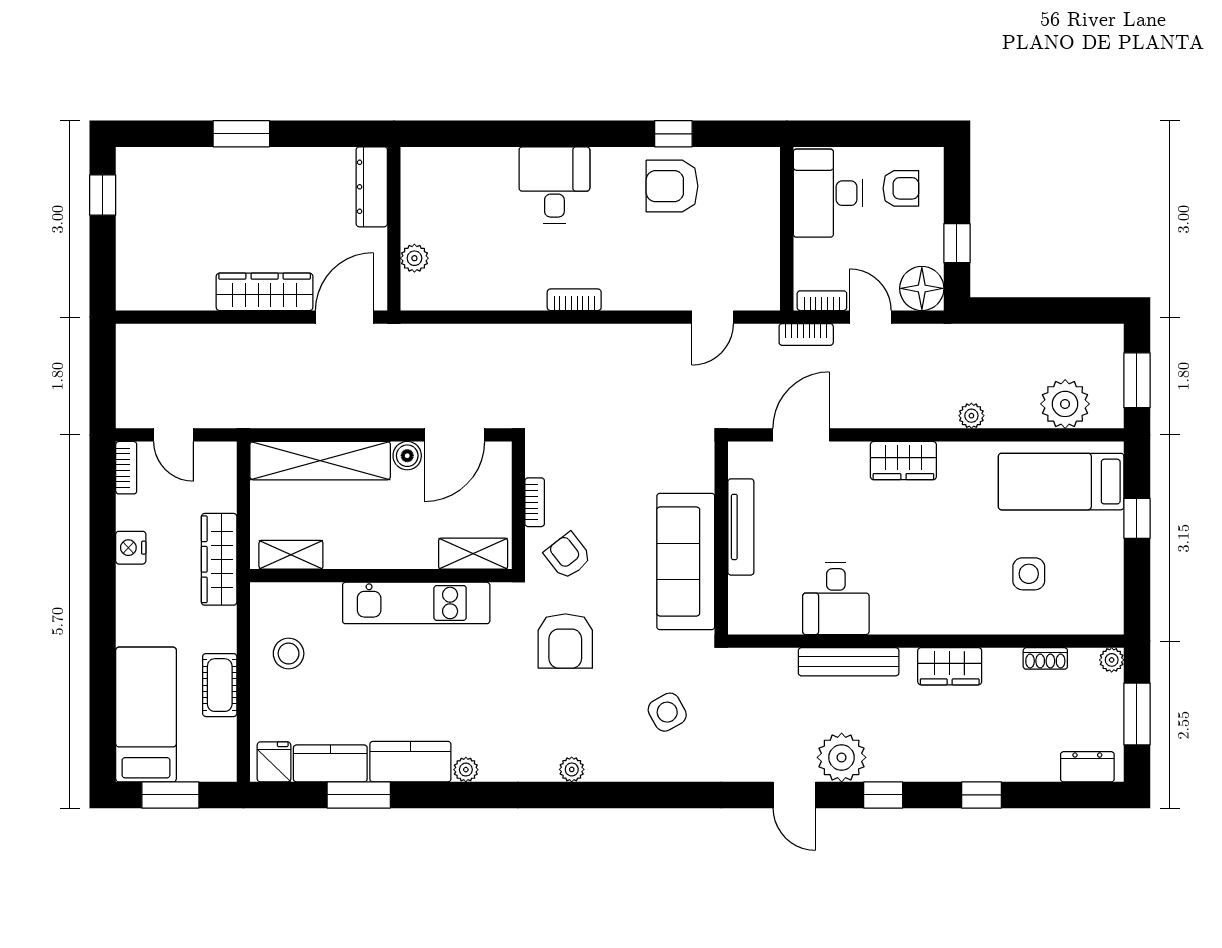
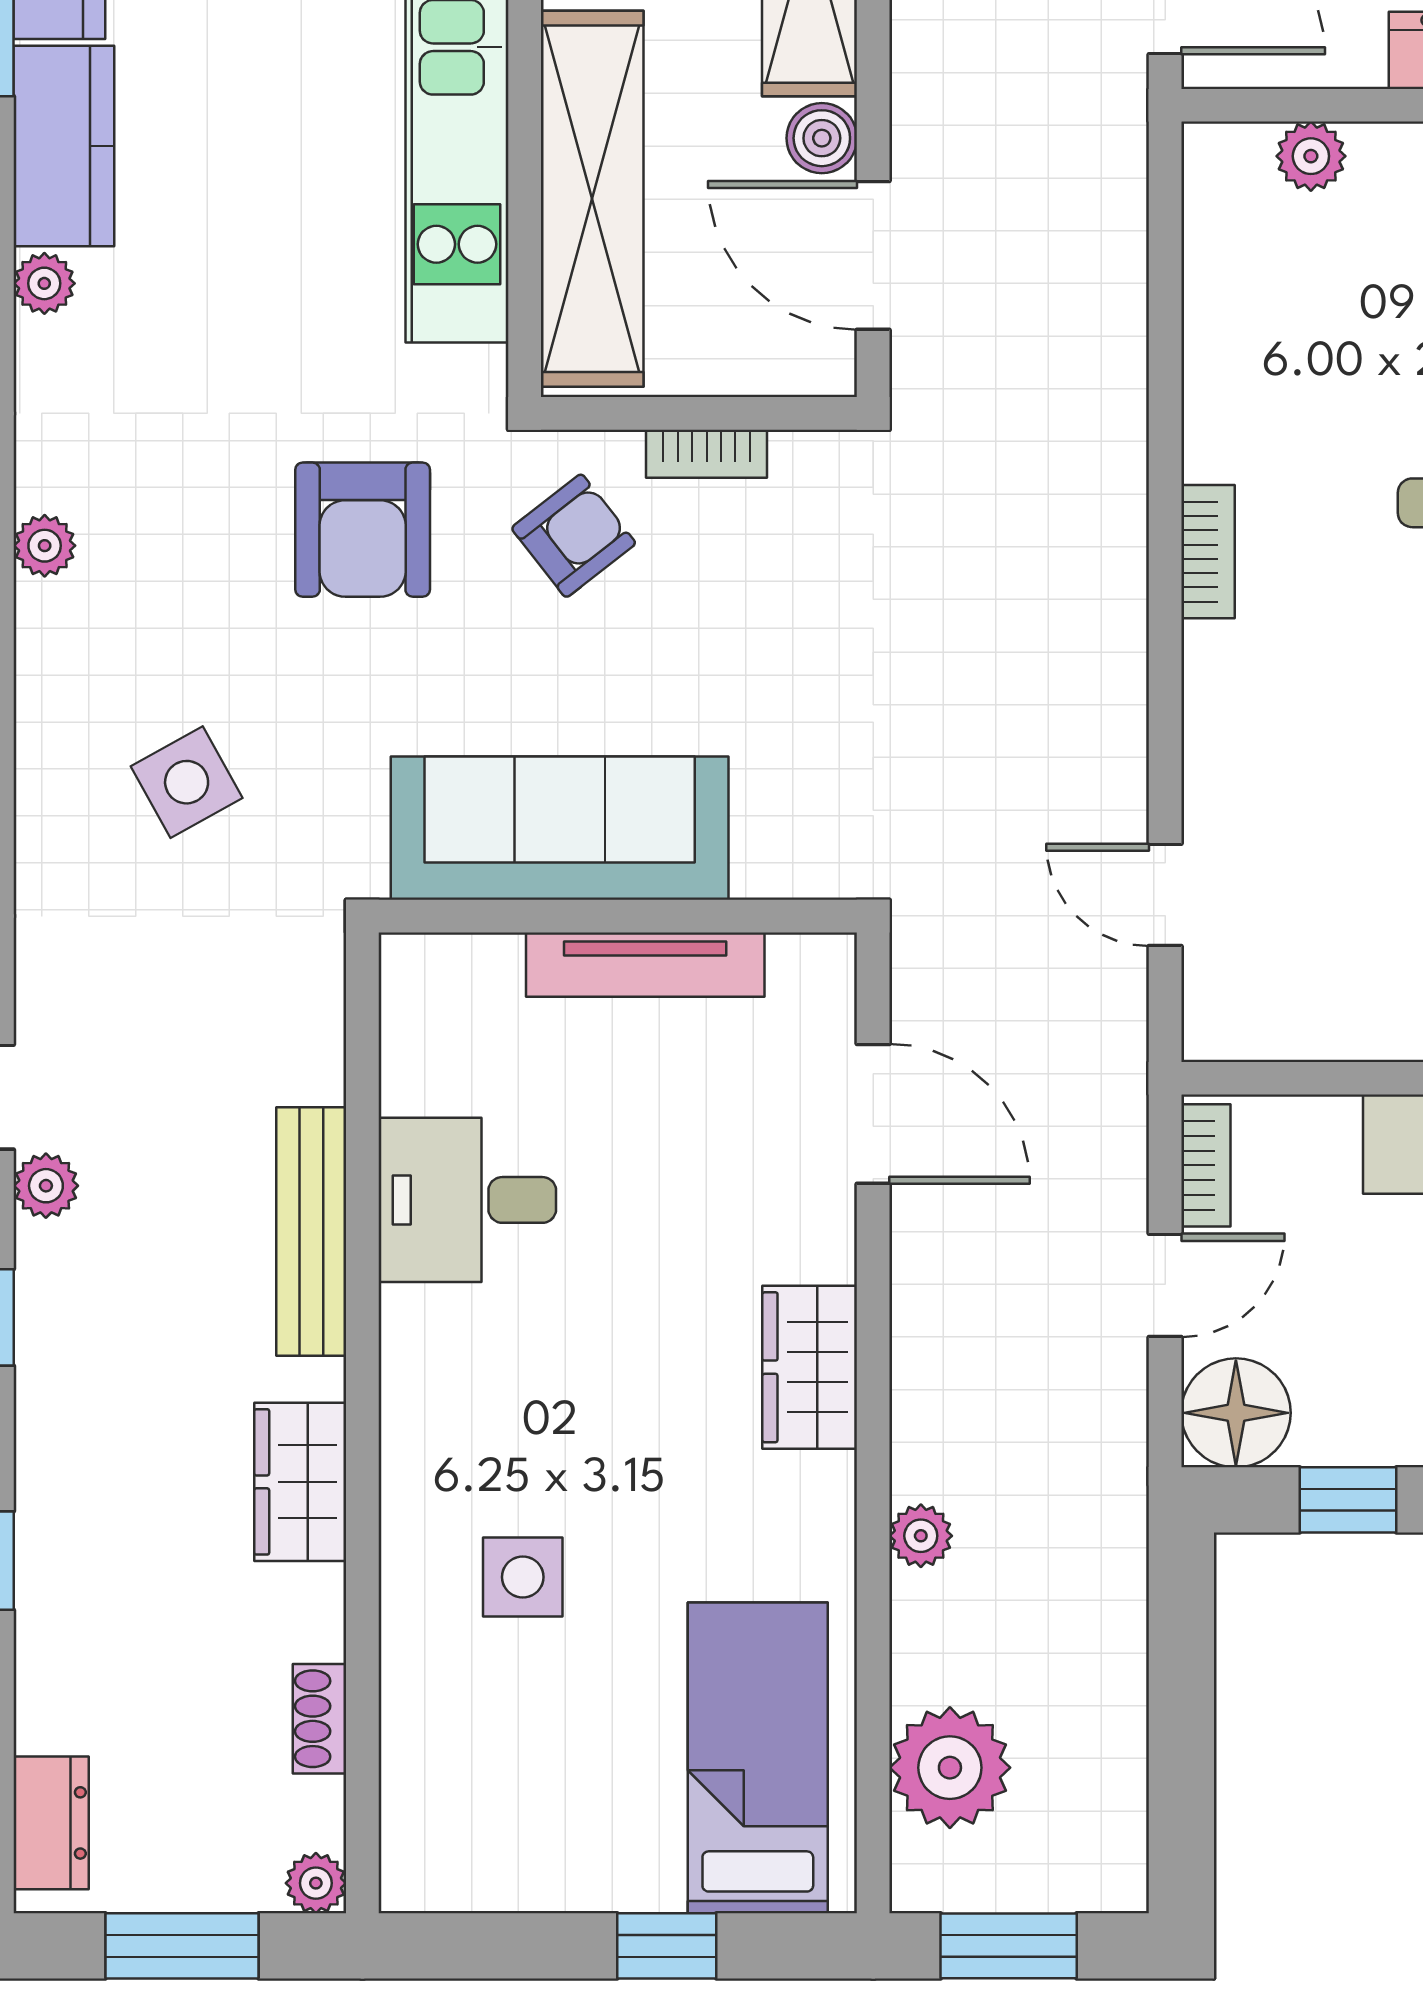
bookcase: (806, 334) -> (1122, 1126), removed
shelving: (473, 554) -> (592, 199), width x2.20, depth x1.33
side table: (1029, 574) -> (523, 1577), moved
armchair: (565, 641) -> (363, 530), turned -90
plant: (842, 757) -> (46, 1186), width x0.53, depth x0.53

